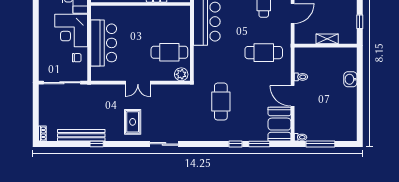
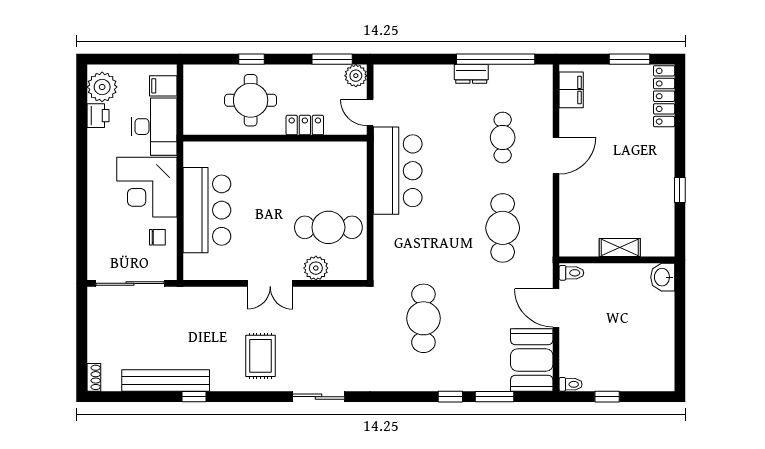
window: (360, 22) -> (680, 190), moved
shelving: (327, 39) -> (620, 248), moved
wall: (326, 46) -> (617, 260), moved
cafe table: (264, 53) -> (503, 228), turned 90
plant: (181, 74) -> (316, 268), moved
window: (320, 144) -> (607, 397), width x0.46

